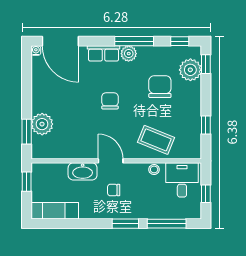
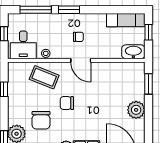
chair: (110, 101) -> (67, 103), moved, turned 90
plant: (42, 124) -> (136, 110), moved
washbasin: (83, 171) -> (133, 52), moved
window: (27, 182) -> (149, 32), moved

